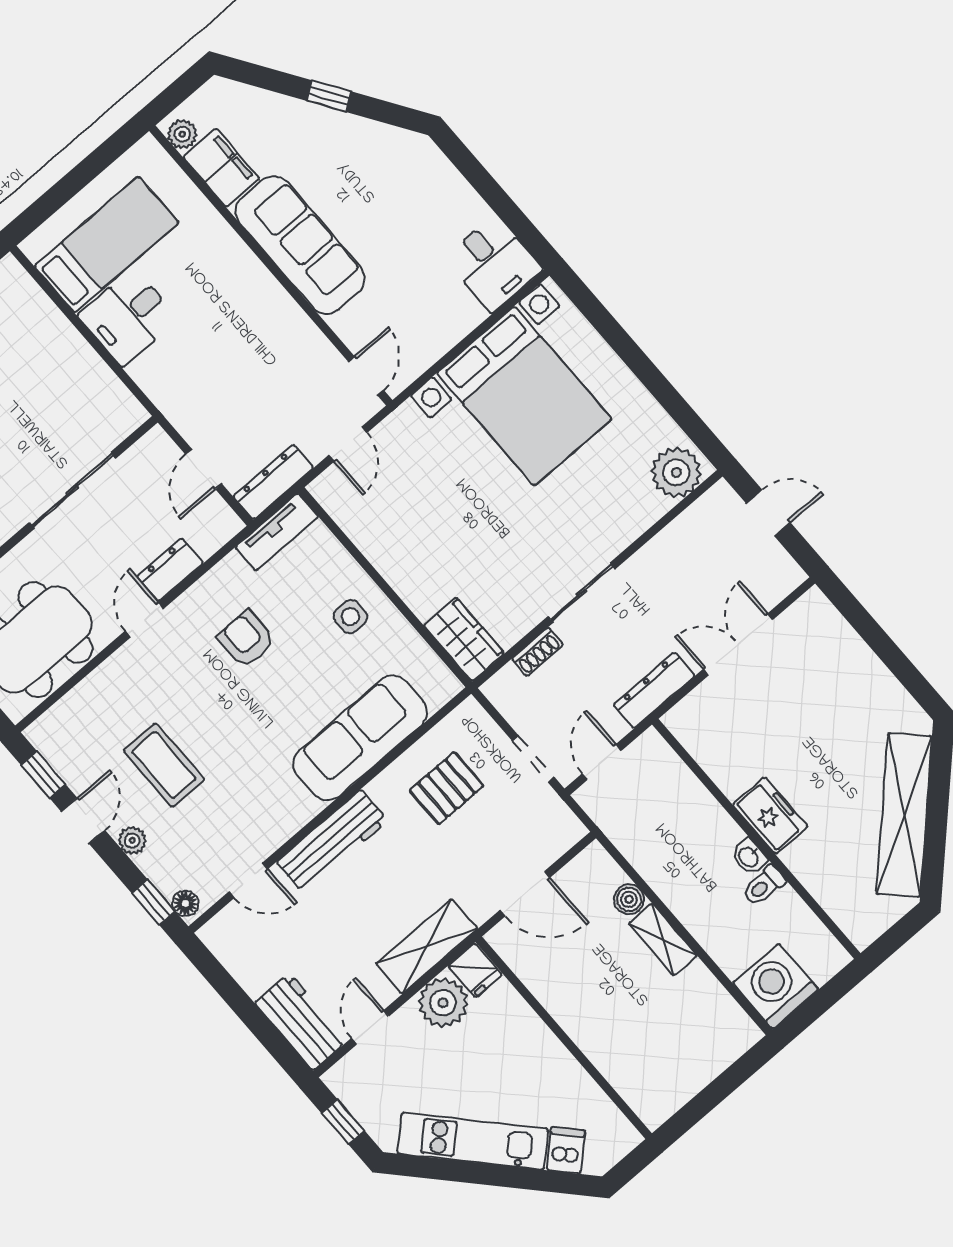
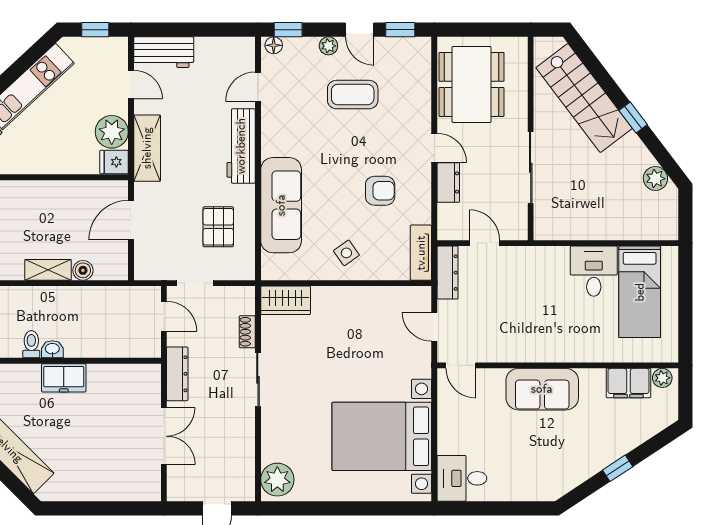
sofa: (300, 245) -> (542, 389), width x0.73
side table: (350, 617) -> (346, 253), turned -35

